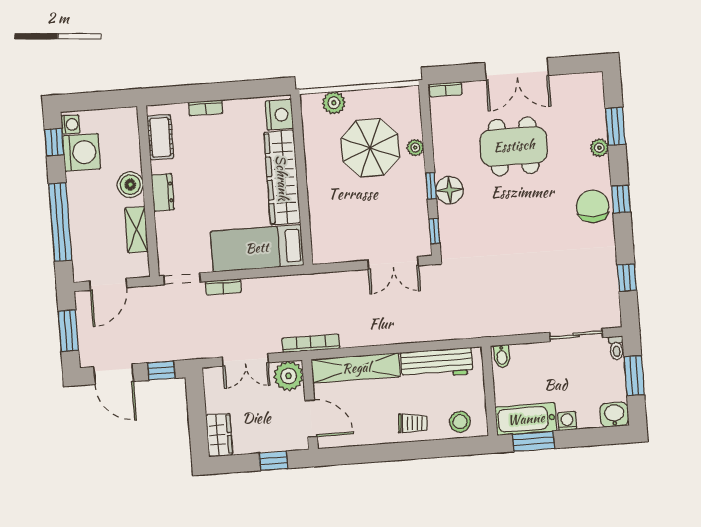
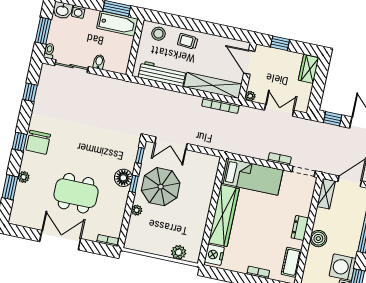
parasol: (370, 148) -> (161, 187), moved
shelving: (136, 230) -> (326, 194), moved
double door: (393, 263) -> (171, 143), swing flipped
bookcase: (311, 343) -> (221, 105), moved
bidet: (502, 356) -> (99, 62), moved
plant: (289, 376) -> (250, 96), width x0.53, depth x0.53
washing machine: (567, 421) -> (78, 12), moved

